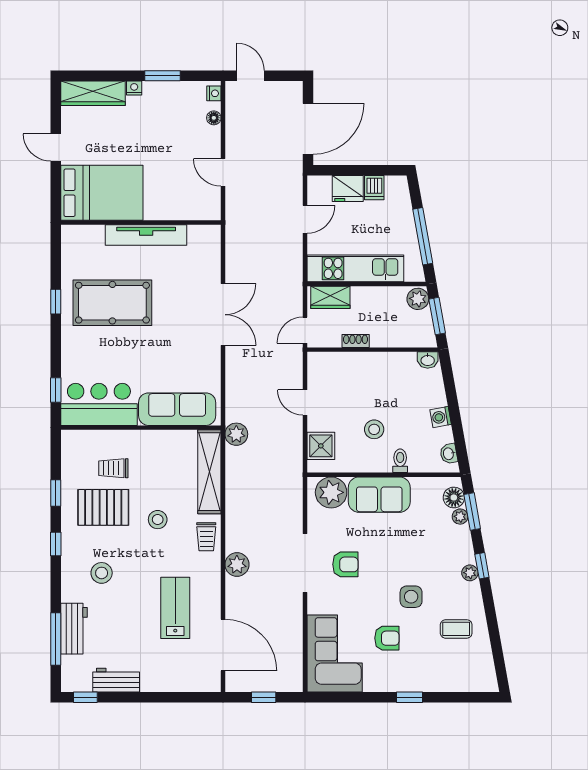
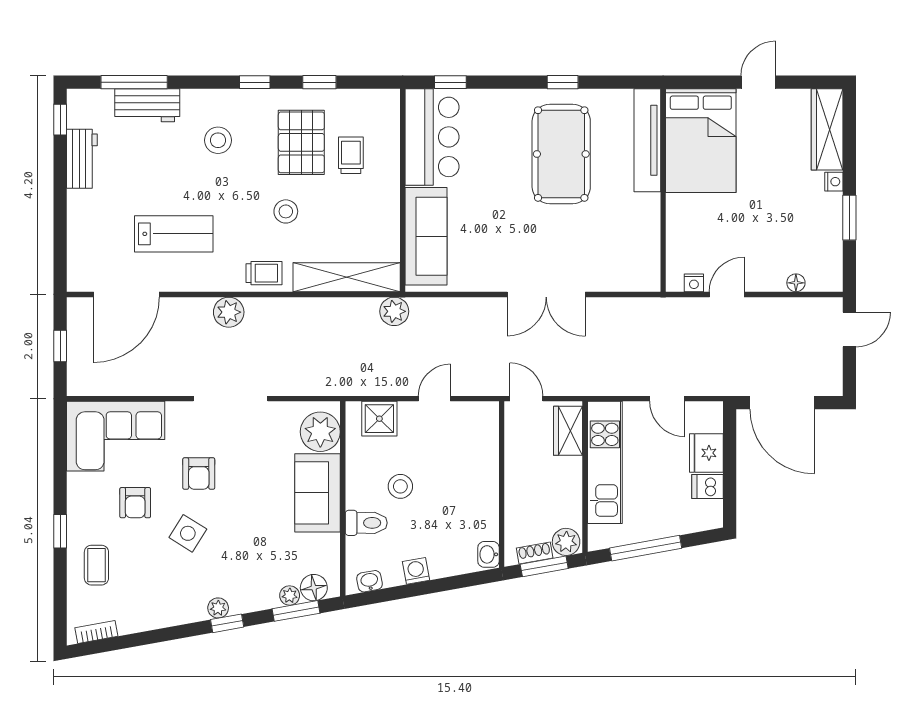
nightstand: (214, 93) -> (694, 283), moved
tv unit: (146, 235) -> (647, 140), moved
shoe rack: (356, 341) -> (535, 553), moved, turned -100
toilet: (400, 461) -> (366, 523), width x1.37, depth x1.39
trolley: (206, 537) -> (264, 273), turned 180
armchair: (345, 564) -> (199, 474), moved
side table: (411, 597) -> (188, 533), turned 32
coffee table: (456, 629) -> (96, 565), moved
bookcase: (489, 669) -> (96, 632), added

